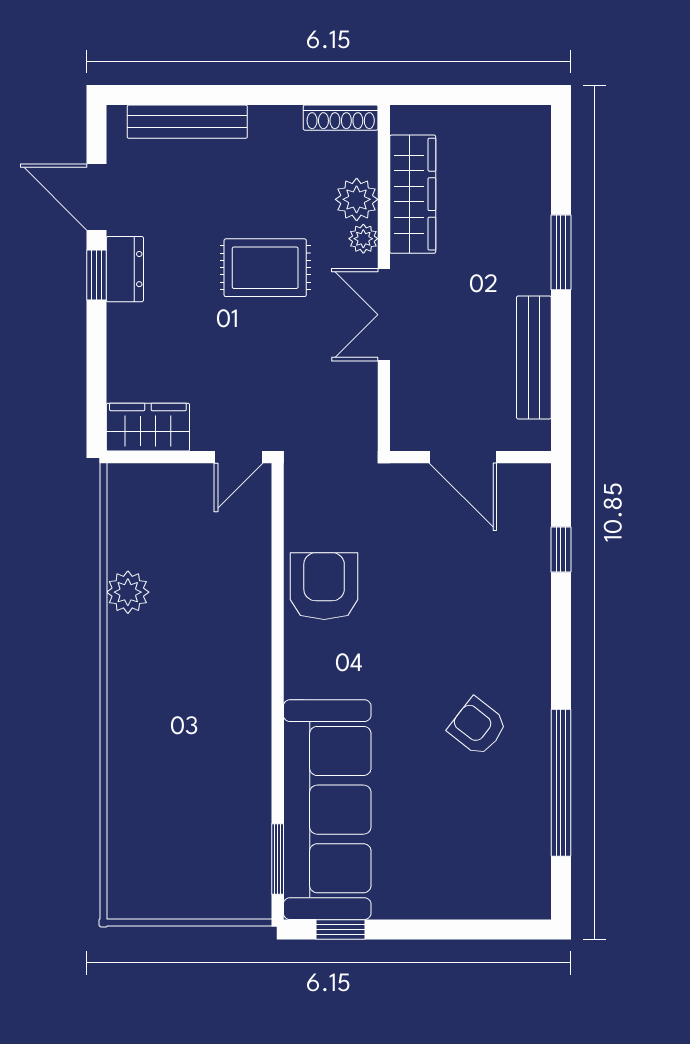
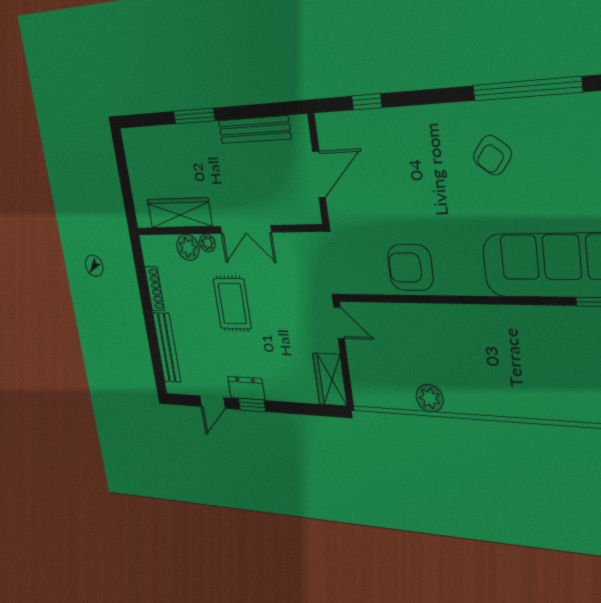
shoe rack: (341, 118) -> (155, 289), moved
door: (97, 197) -> (212, 402), width x0.73

